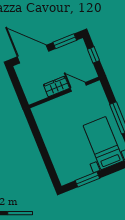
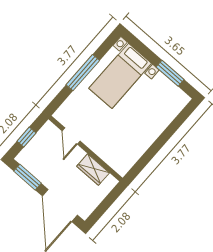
wardrobe: (56, 86) -> (93, 170), moved

